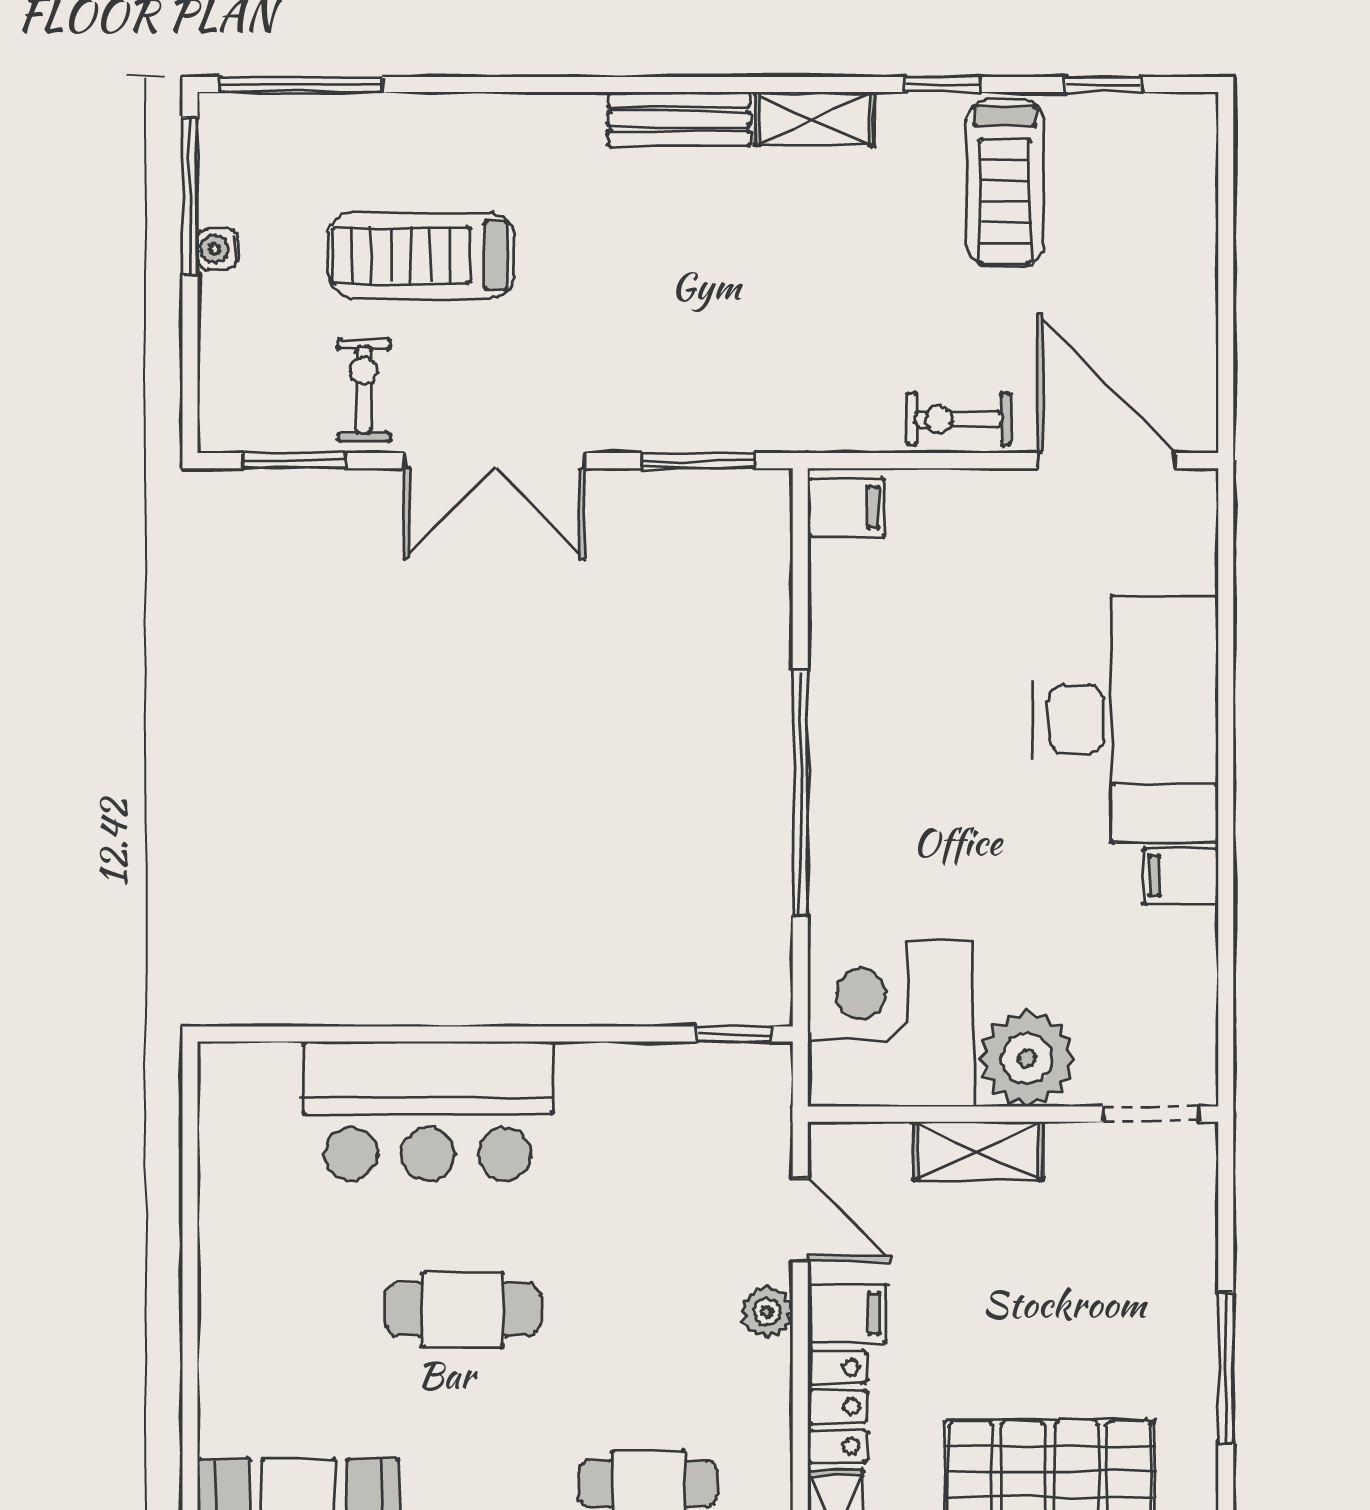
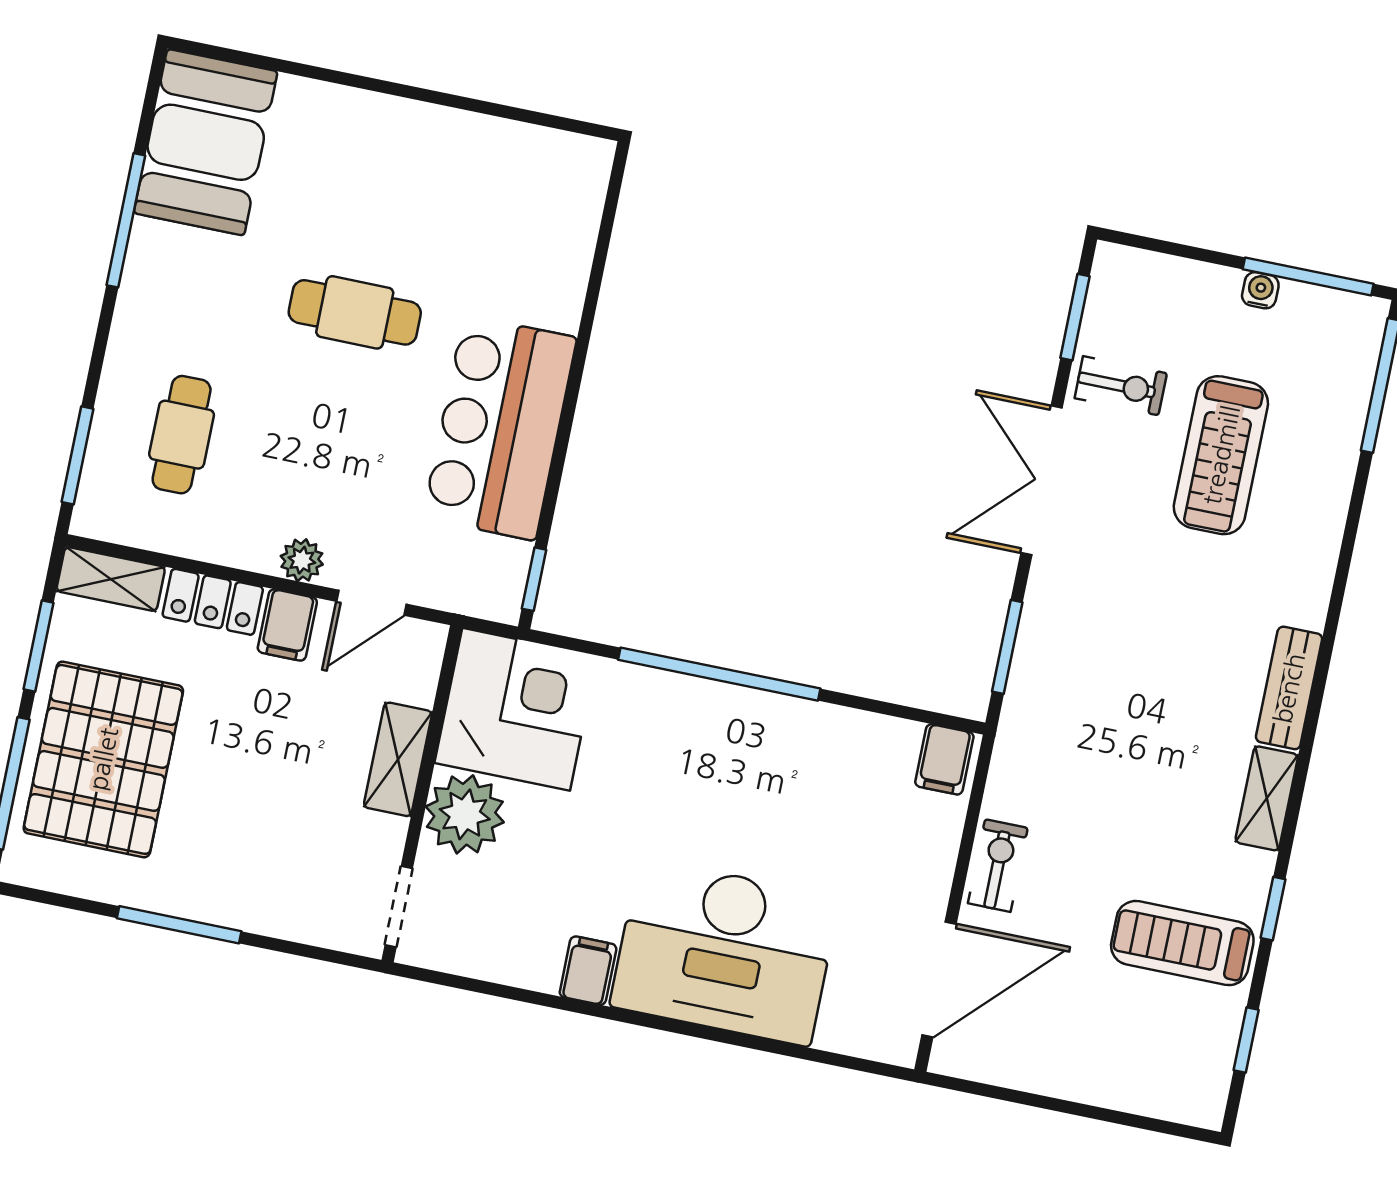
treadmill: (421, 255) -> (1221, 455), turned 180
bar counter: (428, 1111) -> (500, 428), moved
cafe table: (463, 1310) -> (355, 312), turned 90

